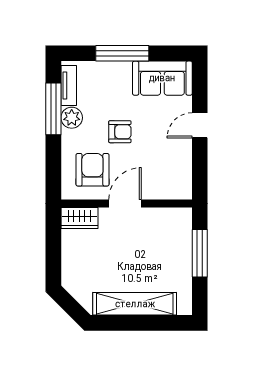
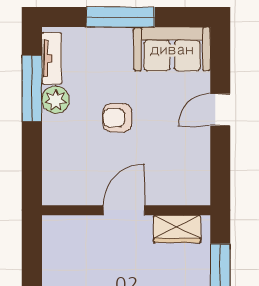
armchair: (120, 132) -> (117, 118), turned 180
armchair: (92, 170) -> (82, 167), removed
wardrobe: (79, 218) -> (177, 229), moved

